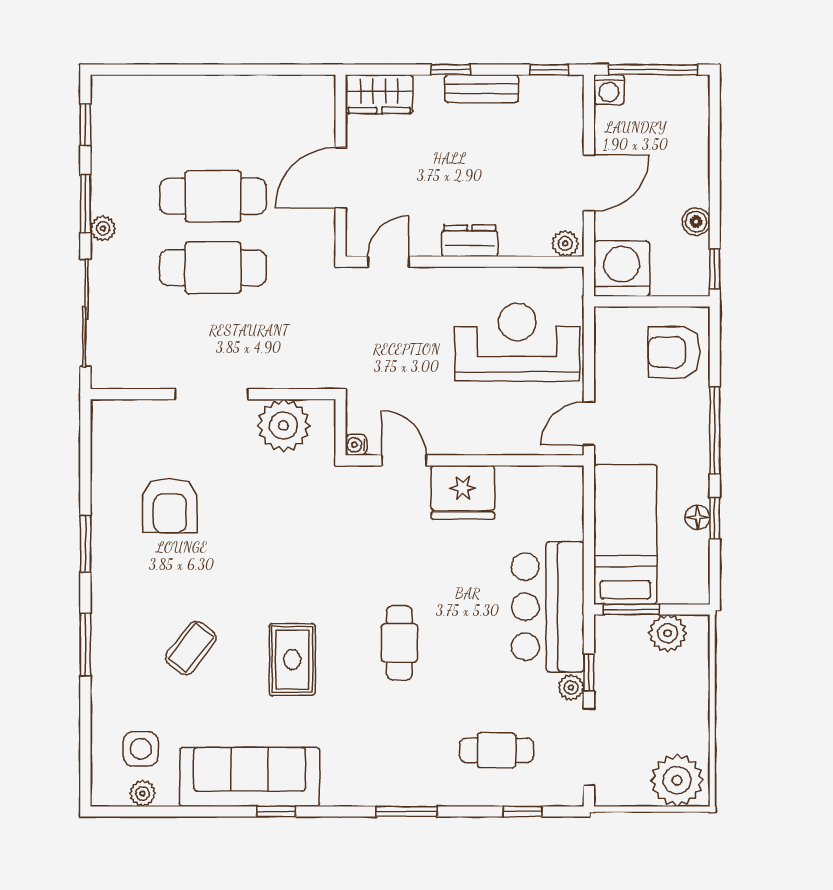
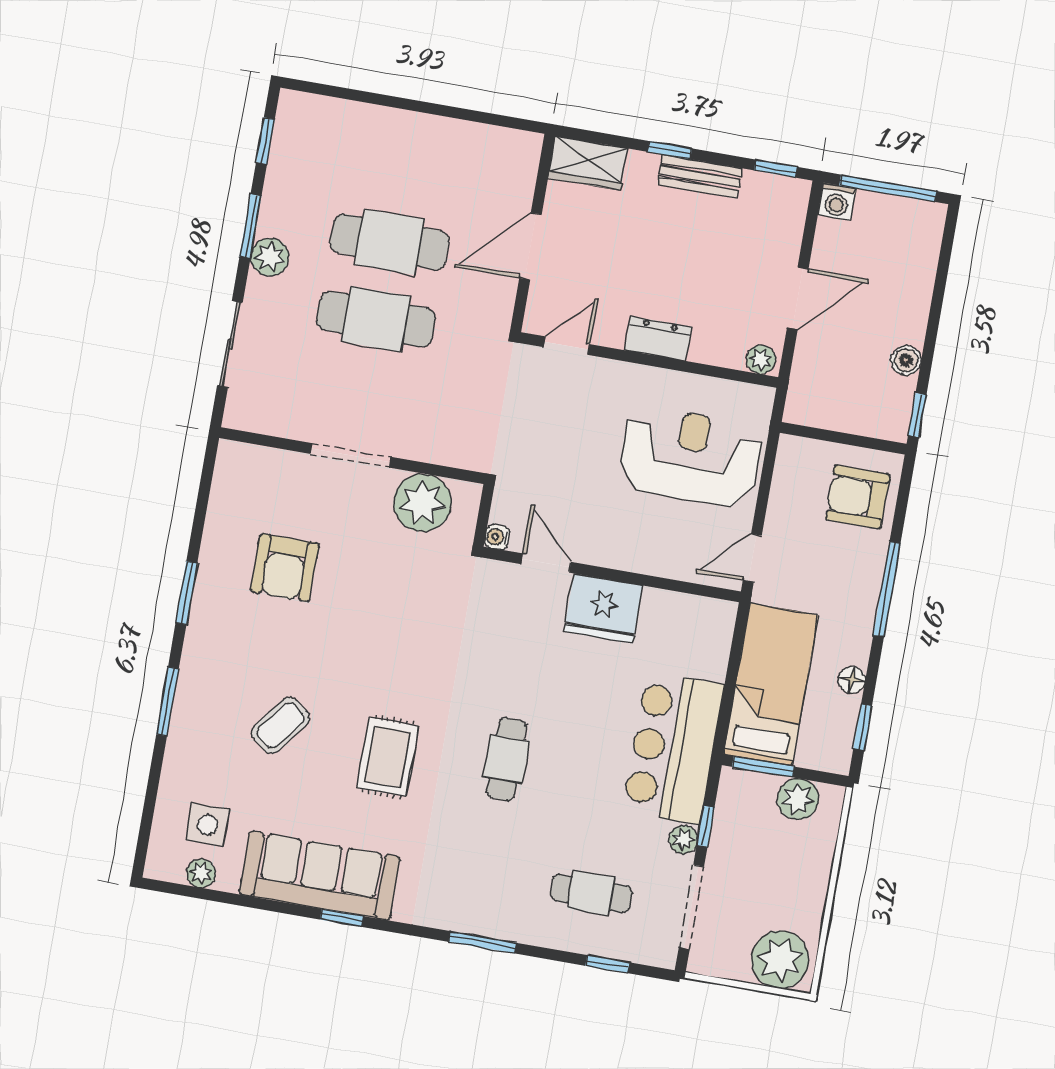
plant: (103, 228) -> (270, 257), width x1.38, depth x1.38
washing machine: (622, 269) -> (817, 397), removed
sliding door: (85, 313) -> (230, 344), width x0.73
window: (715, 518) -> (863, 727), moved

